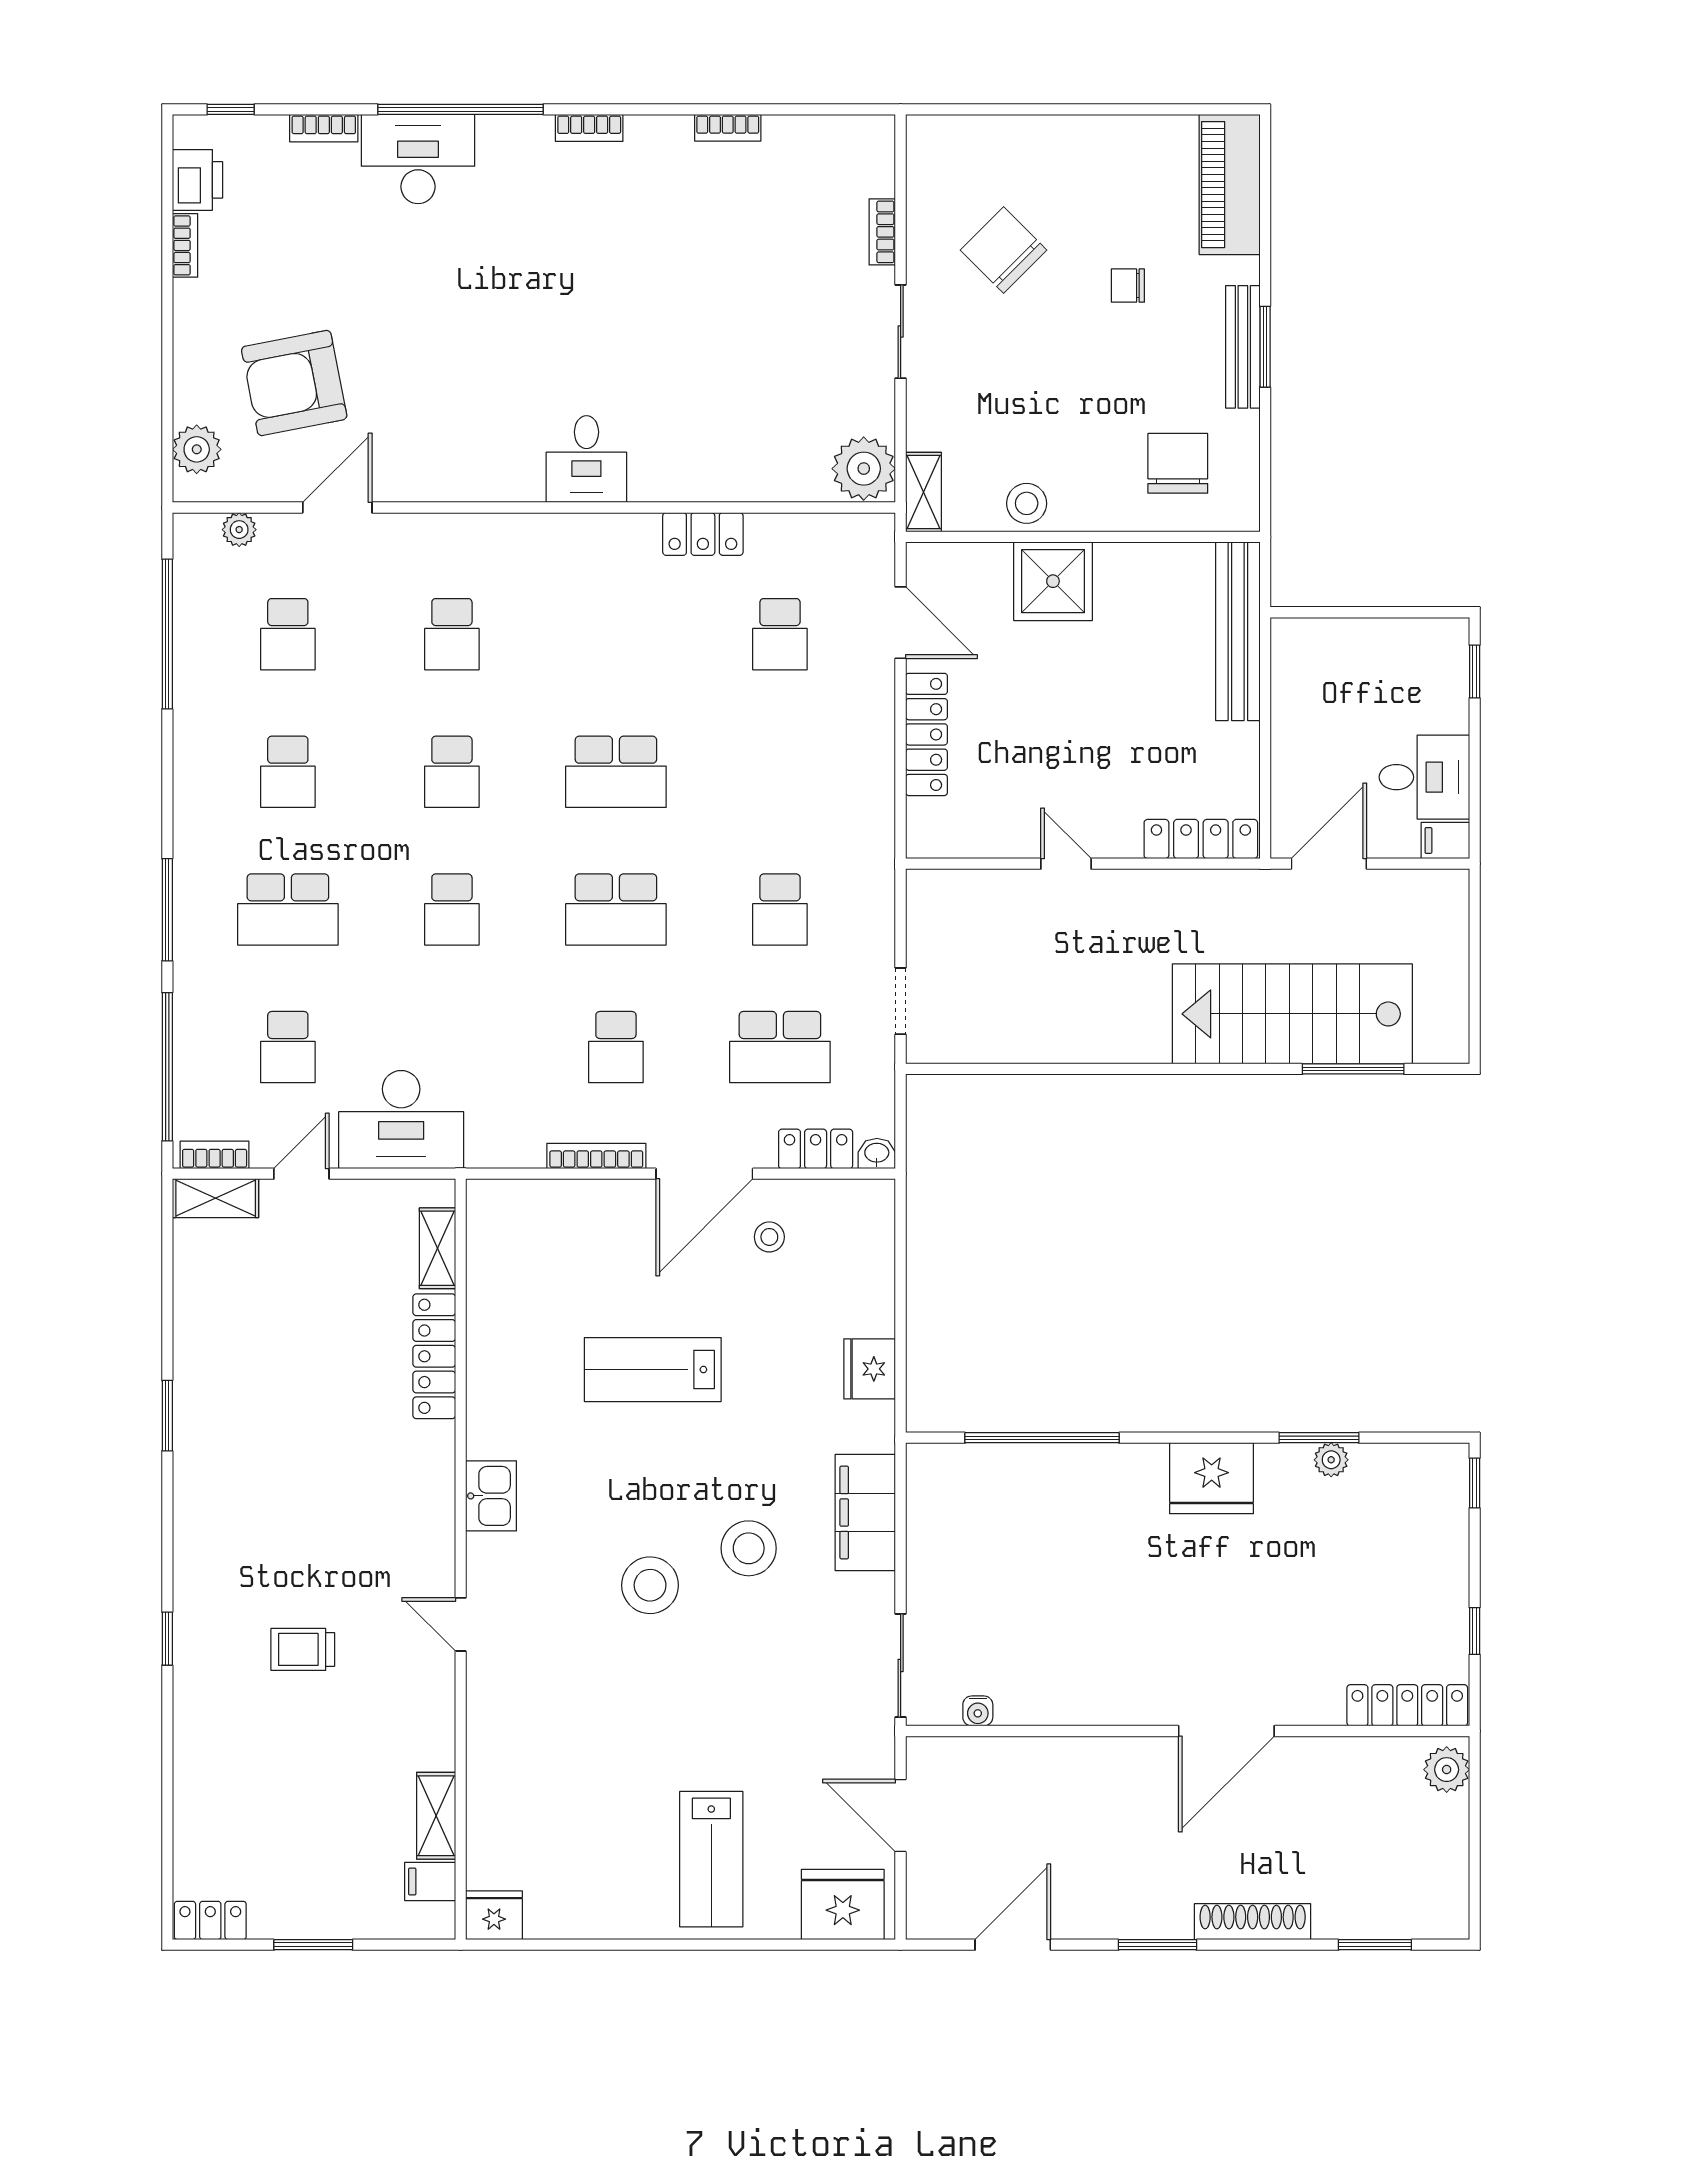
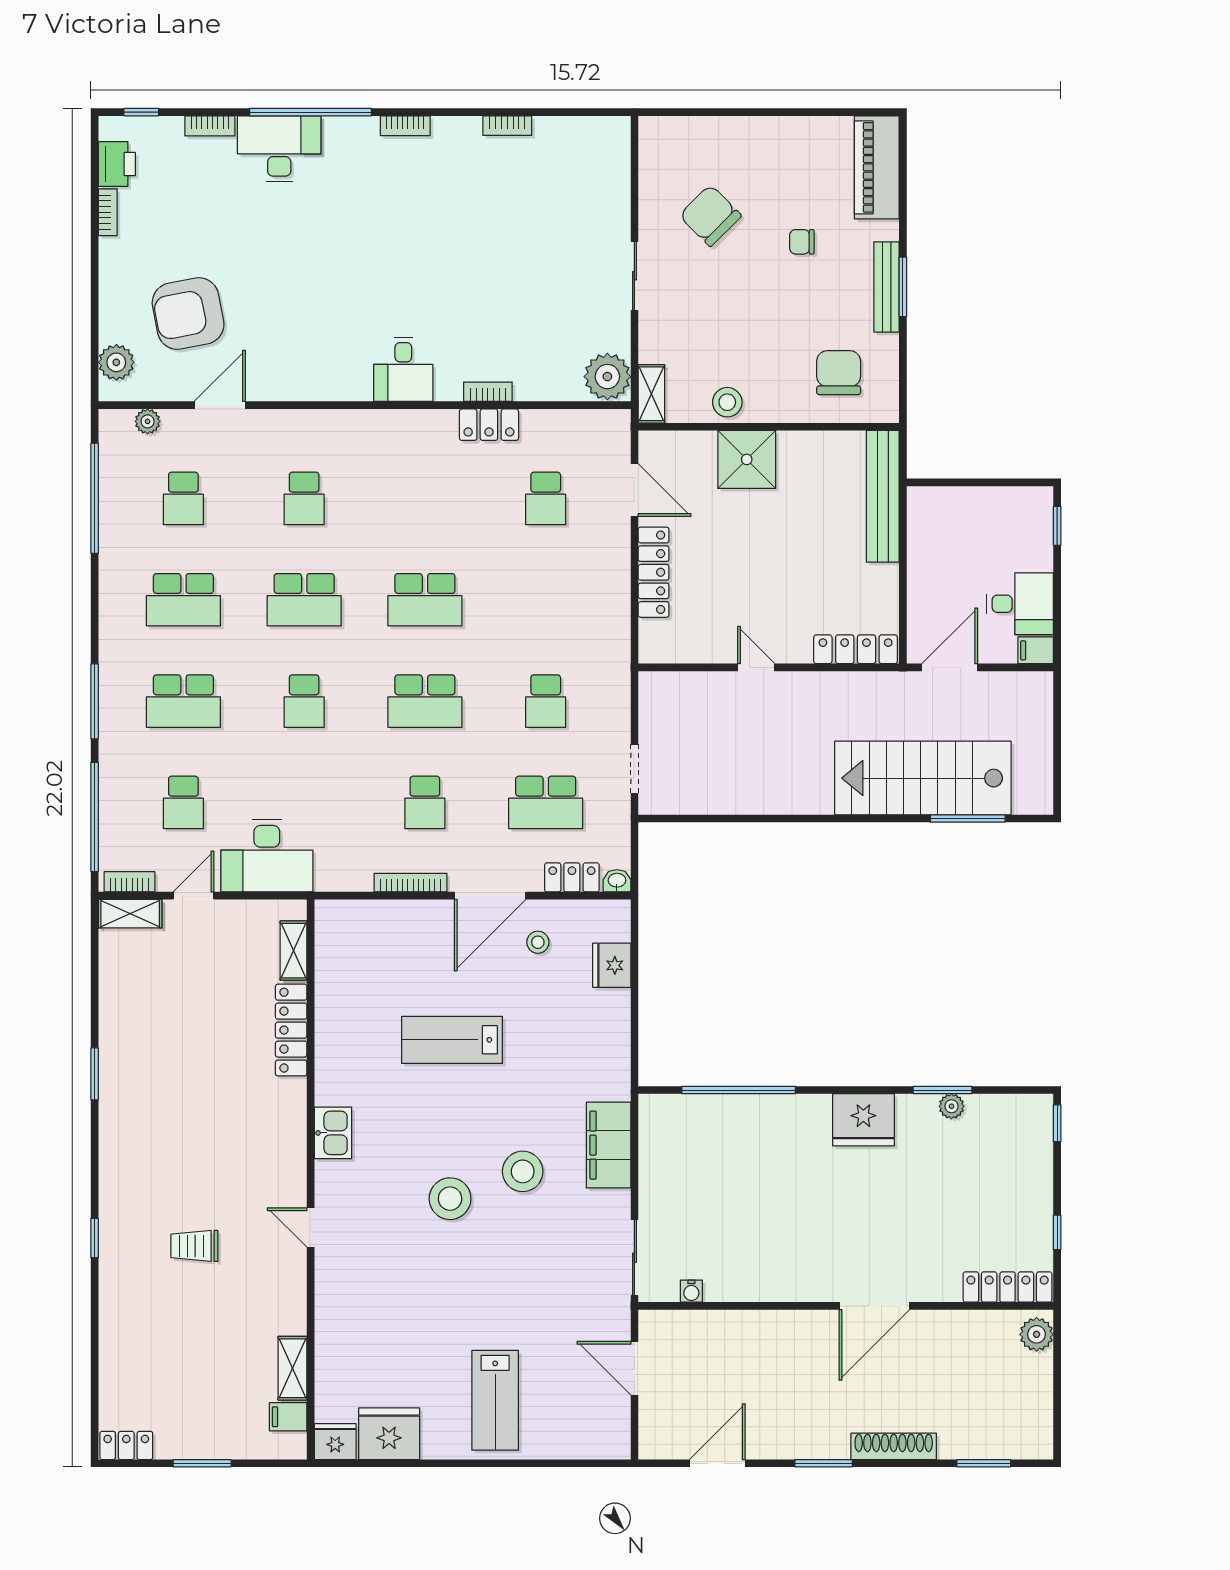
bookcase: (882, 232) -> (488, 392), moved, turned 90
school desk: (288, 772) -> (183, 600), width x1.85
school desk: (452, 772) -> (304, 600), width x1.85
fridge: (870, 1369) -> (612, 965), moved
fridge: (843, 1905) -> (389, 1434), moved

